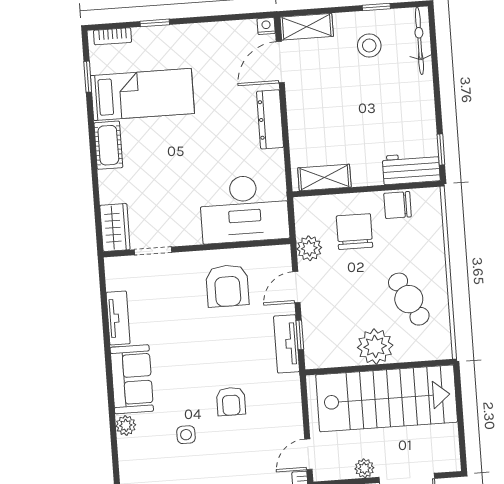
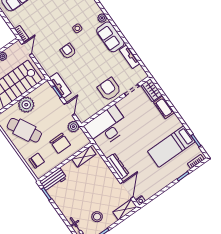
cot: (108, 145) -> (164, 107), moved
chair: (398, 205) -> (37, 161), moved
armchair: (227, 286) -> (109, 89), moved
cafe table: (409, 299) -> (24, 130), width x1.37, depth x1.35

